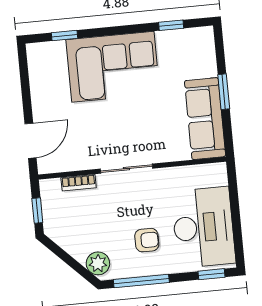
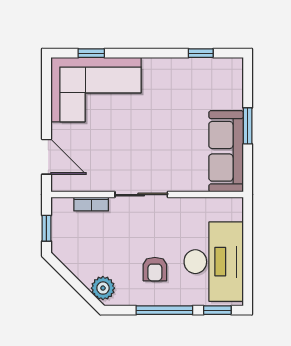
corner sofa: (113, 67) -> (96, 90), moved
door: (31, 141) -> (46, 157), hinge flipped
armchair: (147, 240) -> (155, 269), turned 90
window: (141, 281) -> (164, 310), moved

